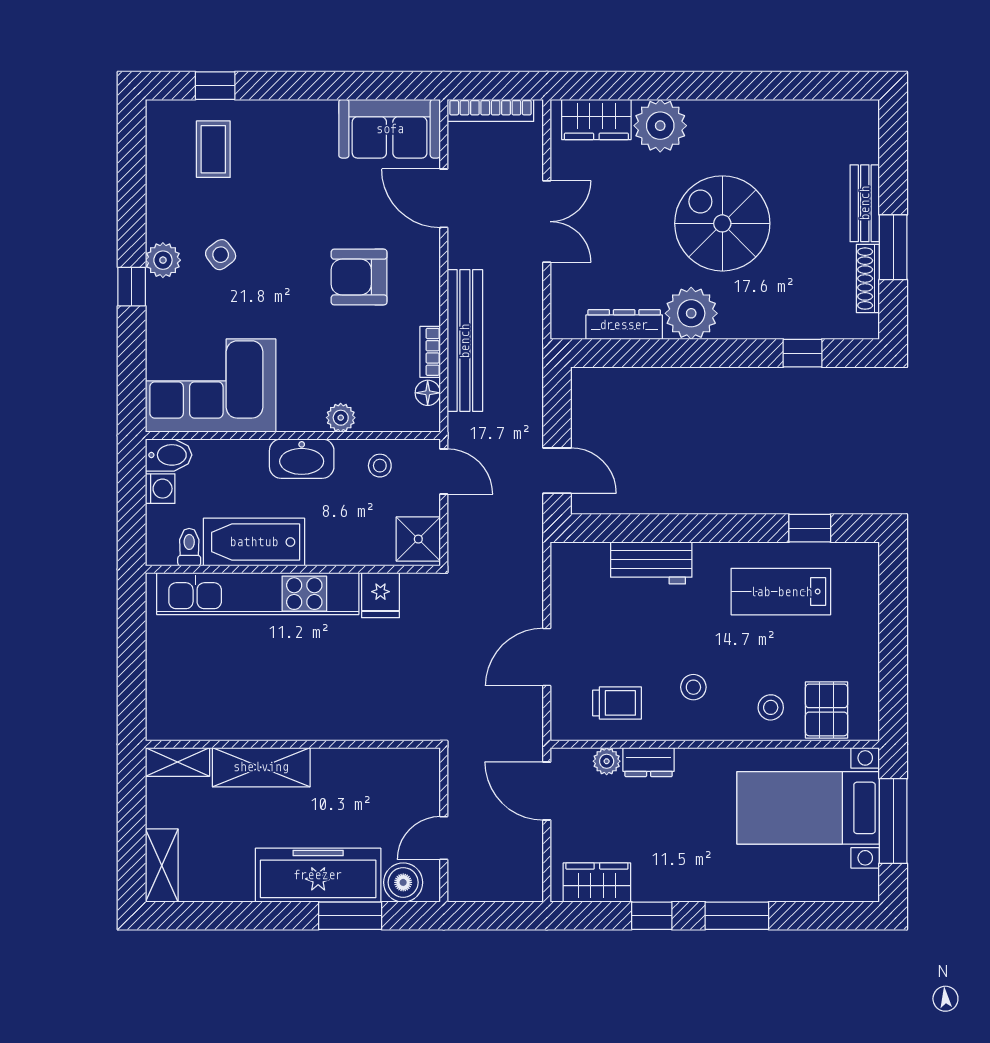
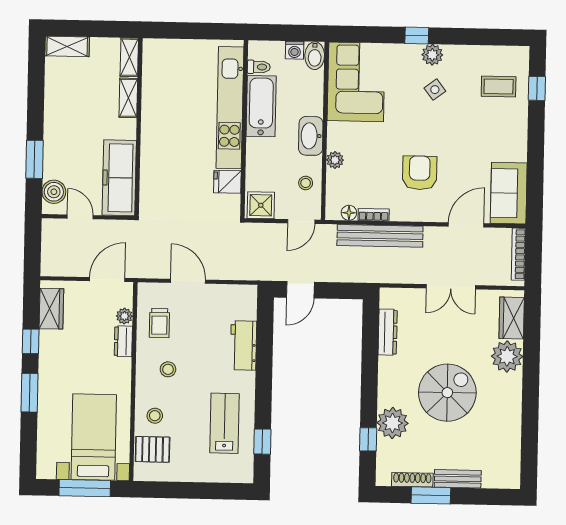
plant: (691, 313) -> (392, 423), moved
shelving: (261, 767) -> (128, 98), width x0.67, depth x0.75
freezer: (318, 875) -> (119, 178), moved, turned 180

